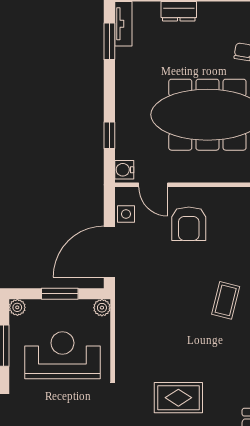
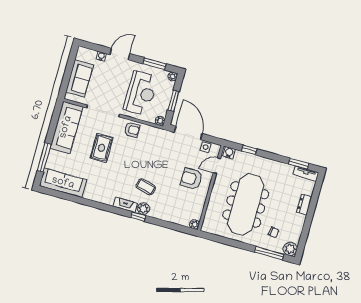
armchair: (131, 353) -> (132, 130), added

